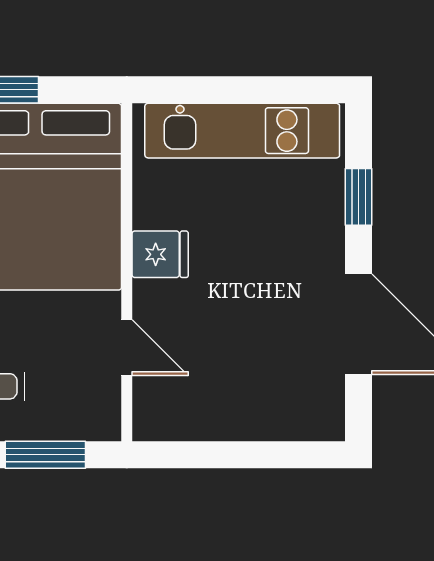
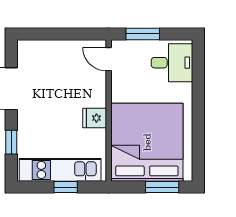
window: (229, 90) -> (66, 187), added
door: (127, 348) -> (109, 59), moved

